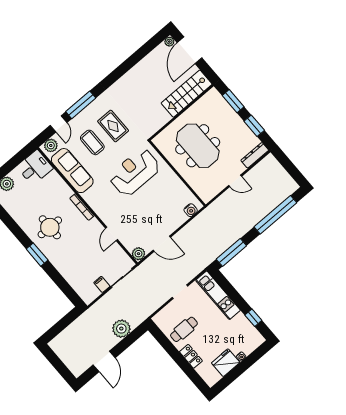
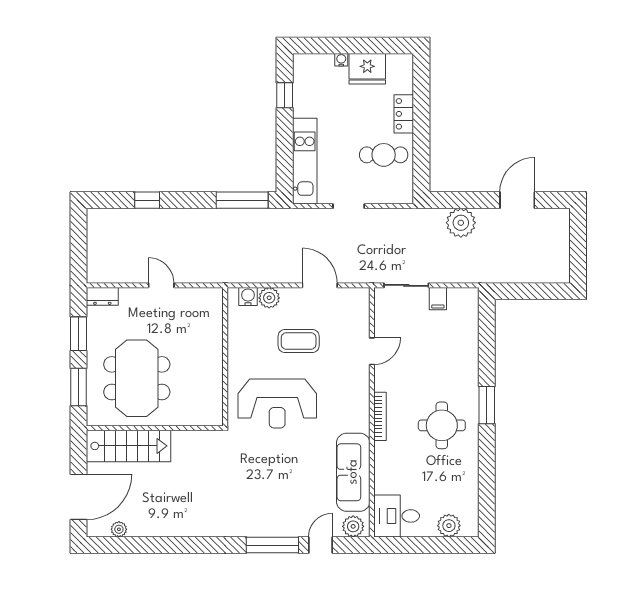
plant: (169, 42) -> (119, 529), moved
rug: (113, 126) -> (255, 484), removed
coffee table: (92, 142) -> (299, 341), moved, turned 90
meeting table: (198, 146) -> (137, 378), moved
dresser: (255, 155) -> (102, 296), width x0.70
window: (275, 215) -> (147, 200), width x0.32
plant: (139, 254) -> (269, 298), moved

